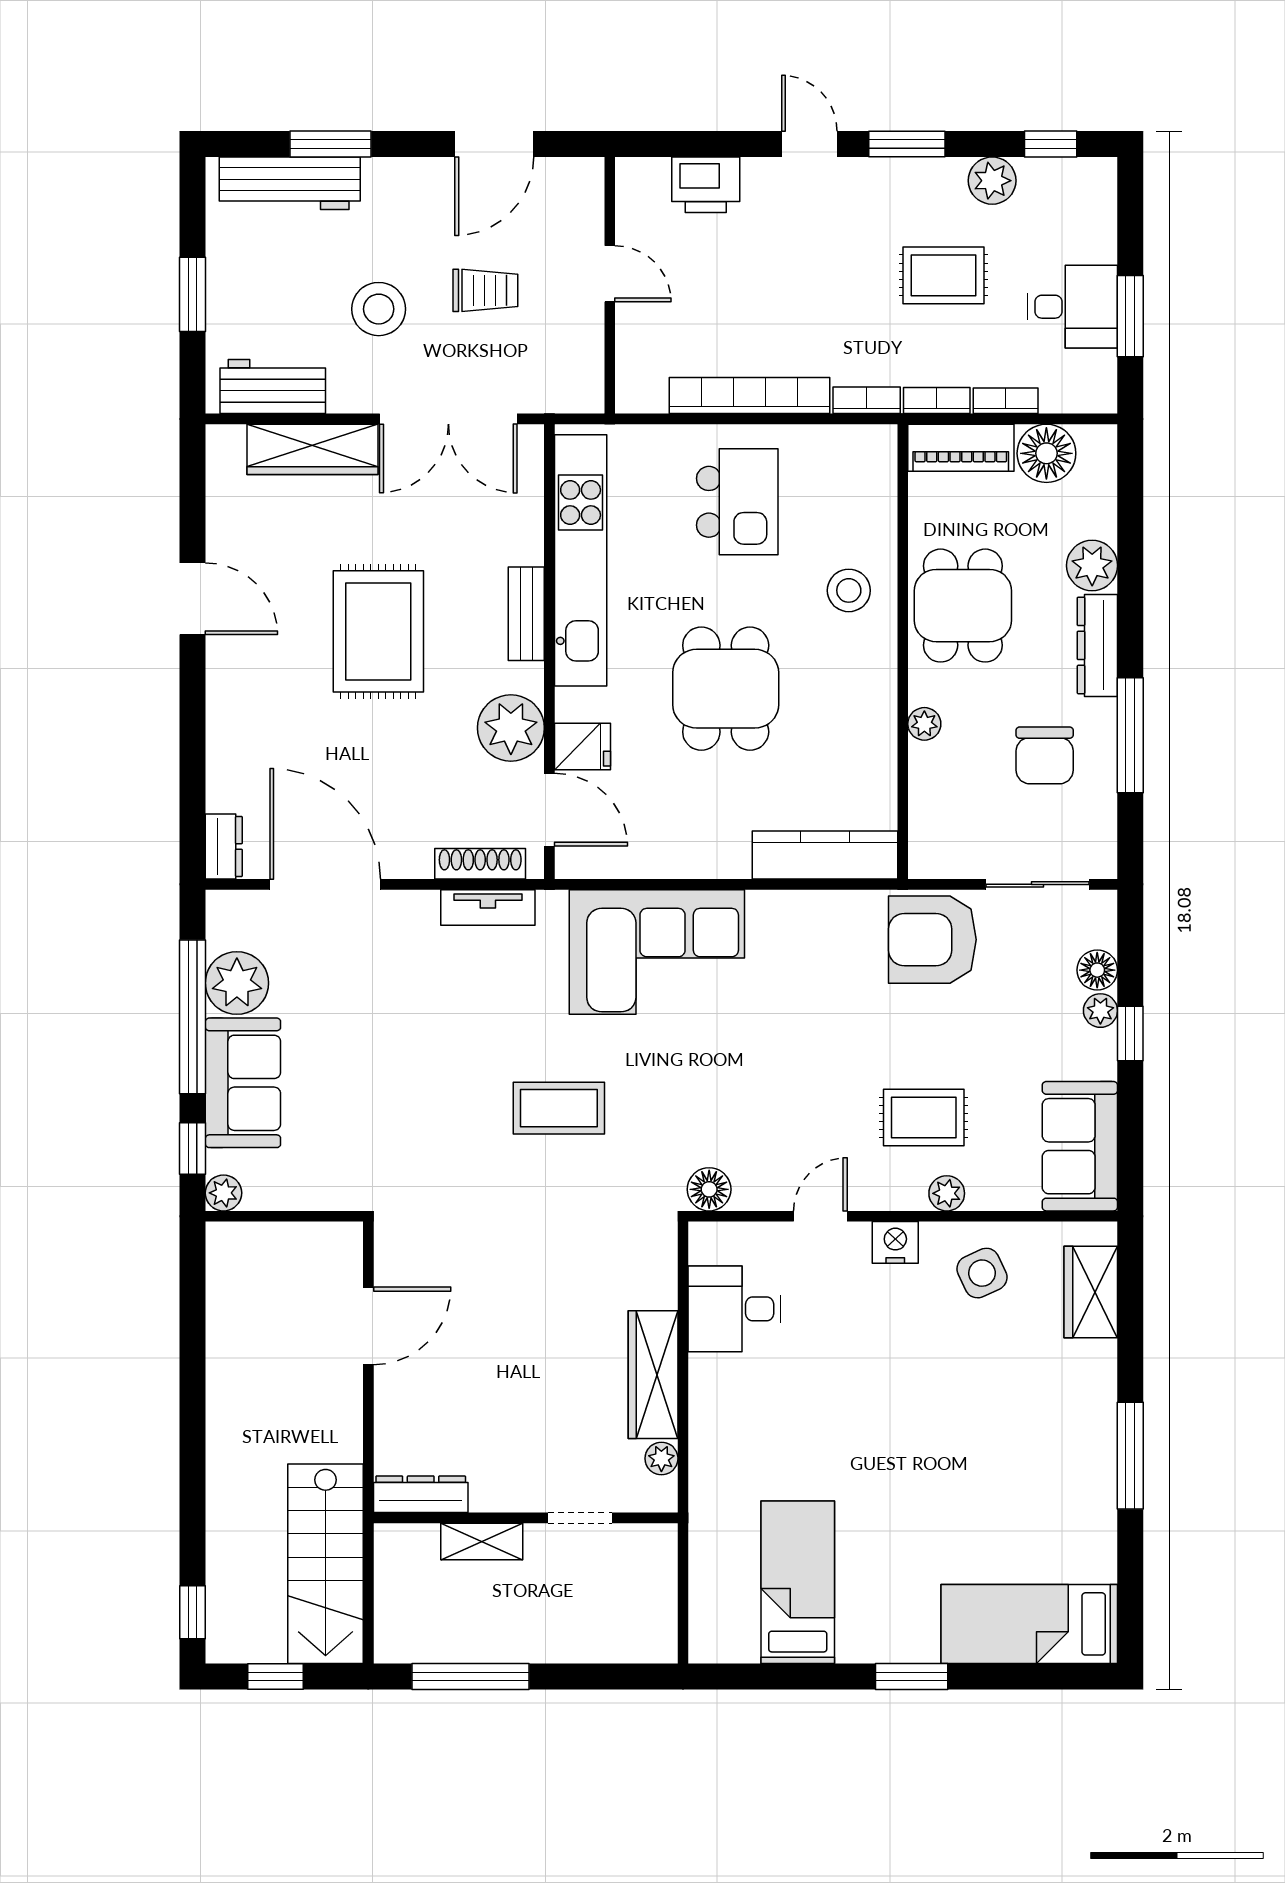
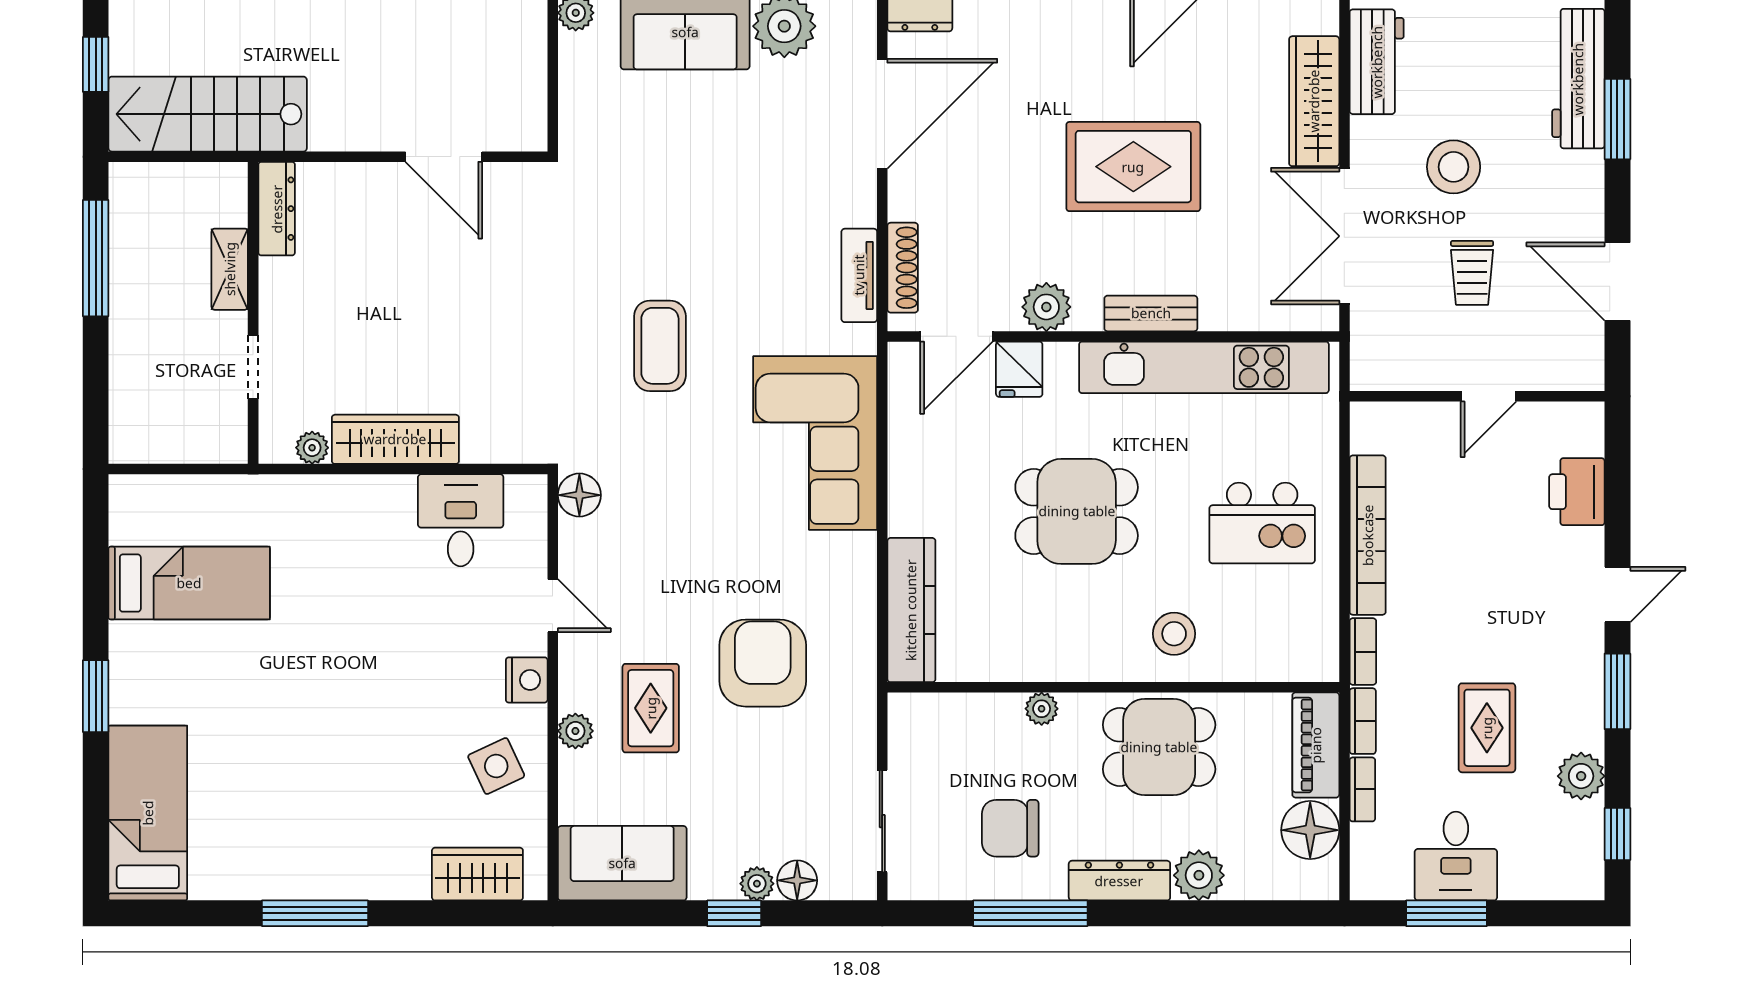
plant: (511, 728) -> (1046, 307), width x0.73, depth x0.73
armchair: (932, 940) -> (763, 663), moved

